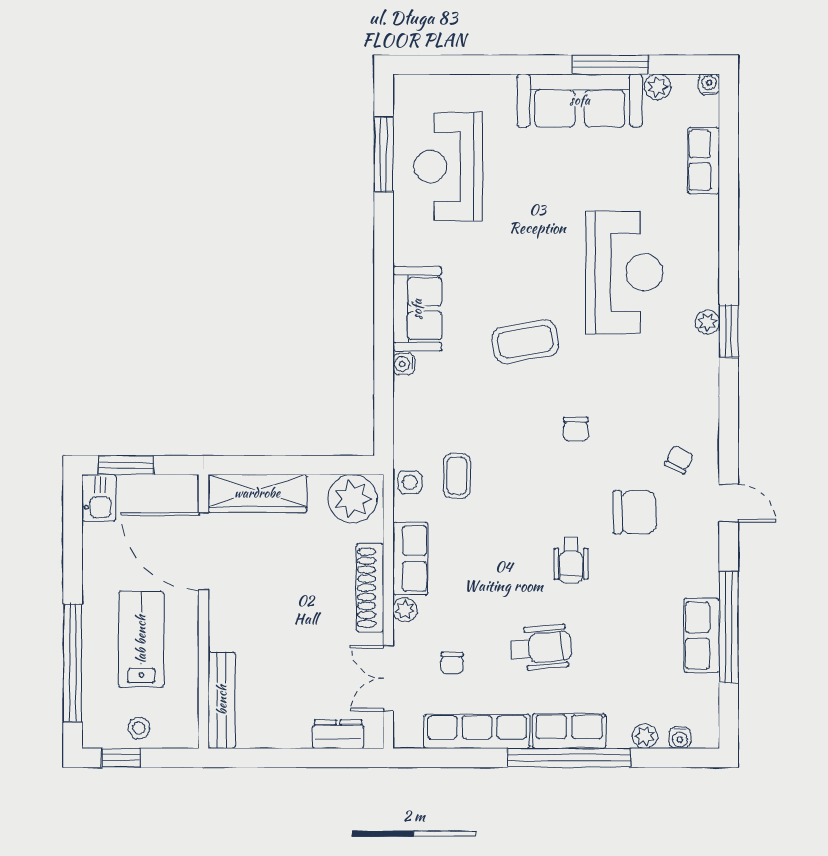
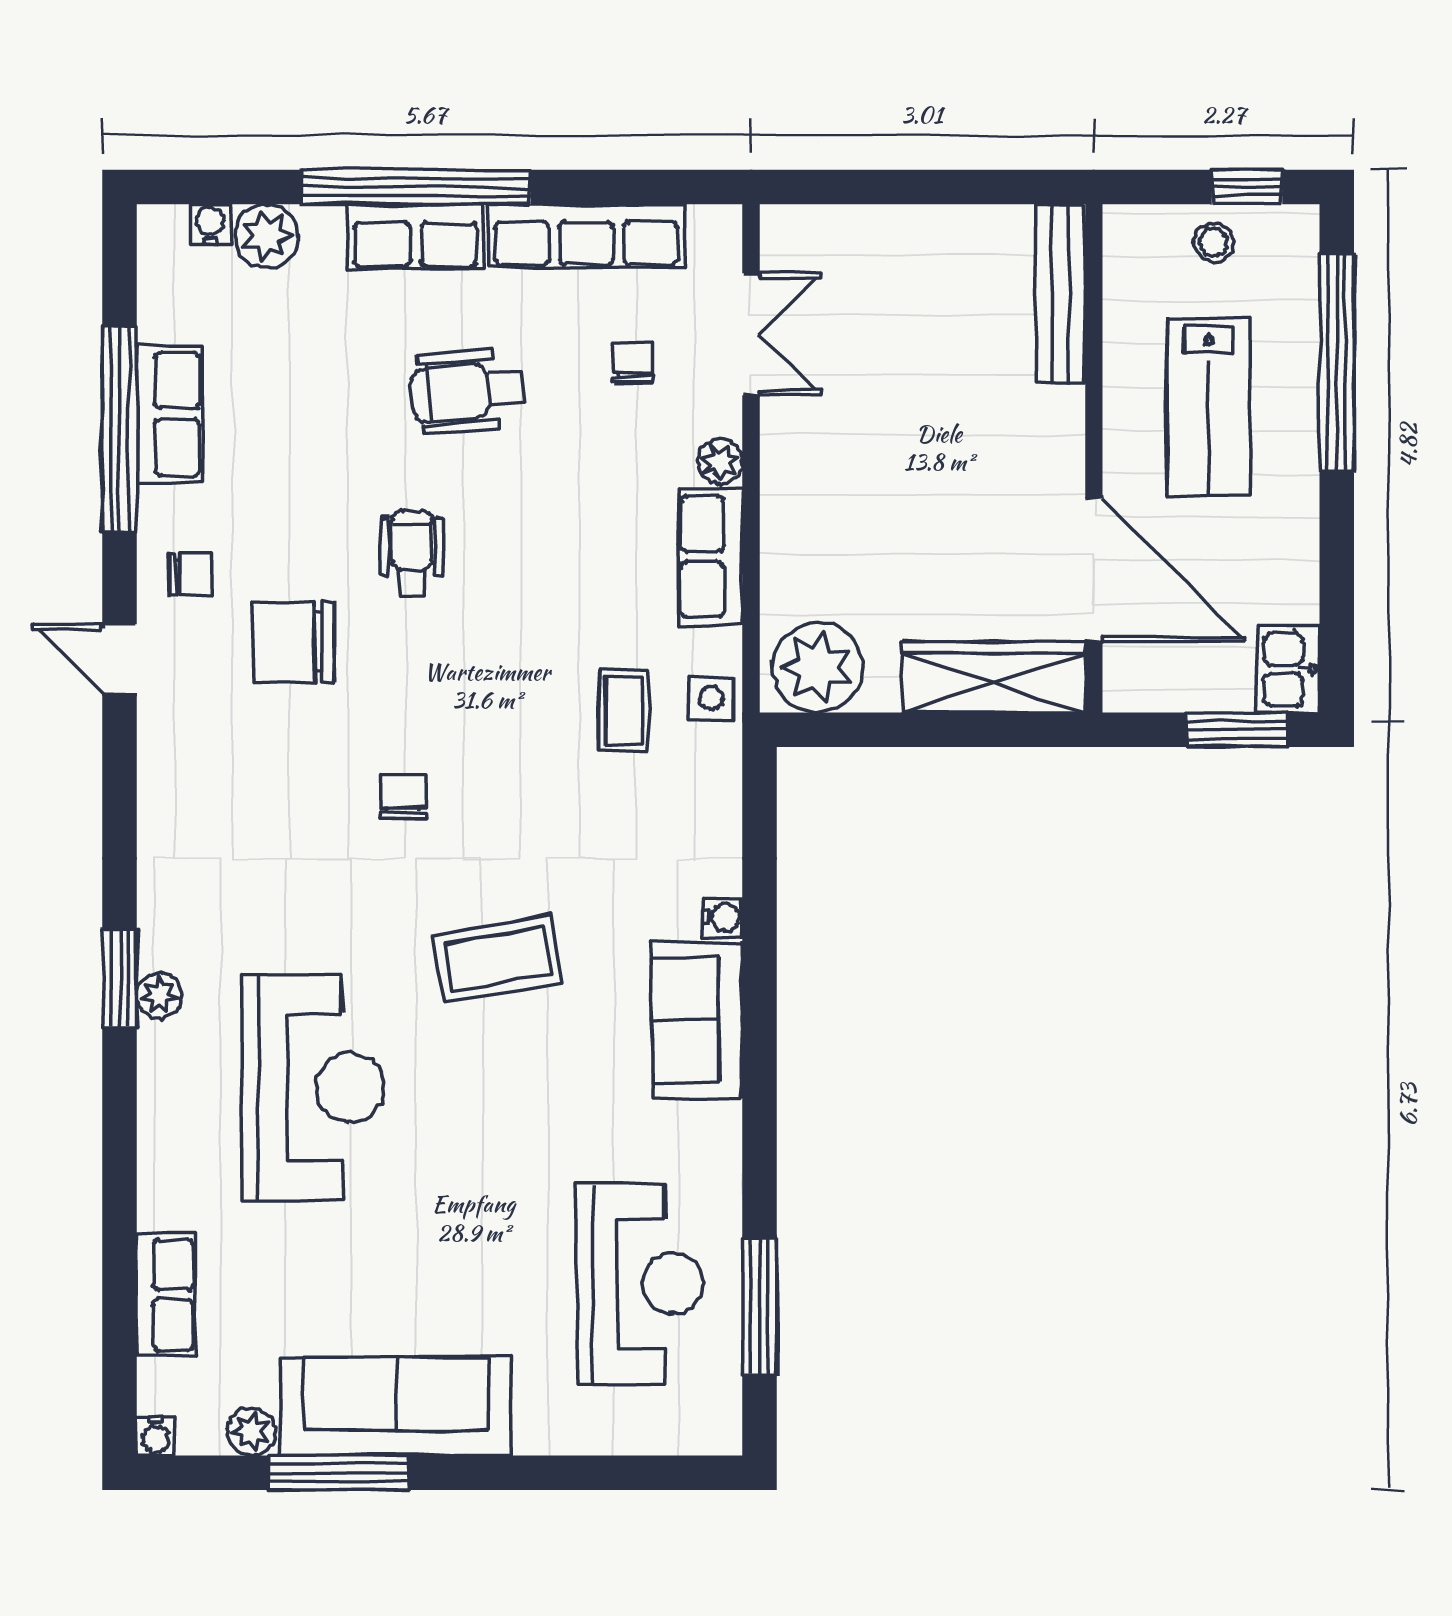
reception desk: (624, 272) -> (313, 1087), turned 180
chair: (679, 460) -> (190, 574), moved, turned -116
shoe rack: (370, 588) -> (785, 502), removed
dresser: (338, 734) -> (844, 231), removed
plant: (645, 736) -> (267, 236), width x1.38, depth x1.38

